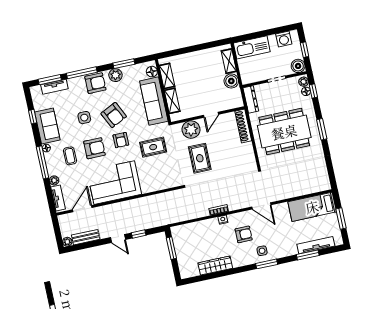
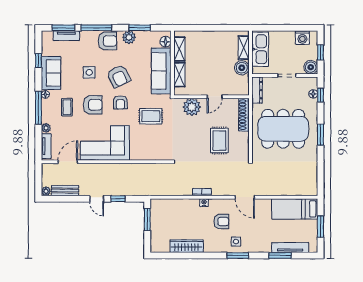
kitchen sink: (252, 47) -> (260, 49), moved, turned -90
plant: (304, 82) -> (313, 84), removed
rug: (200, 158) -> (219, 140), moved

